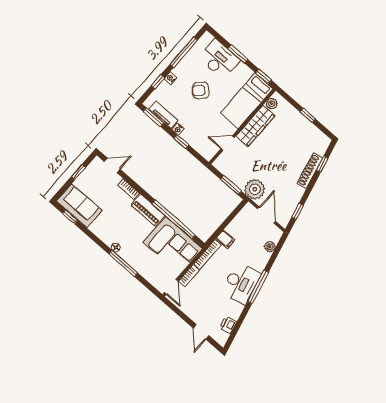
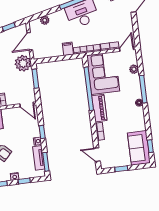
door: (228, 143) -> (27, 105), moved
plant: (148, 274) -> (134, 69), added

